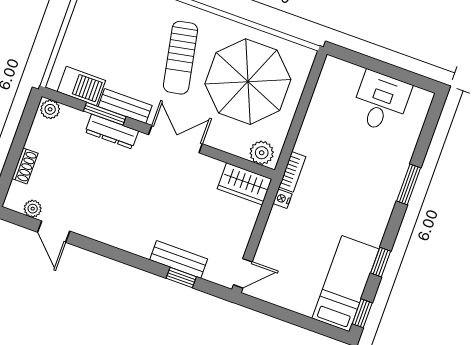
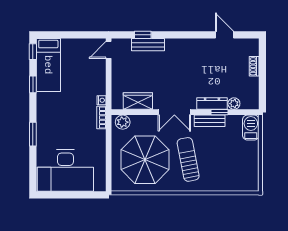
barbecue: (81, 86) -> (251, 128), moved, turned 90
desk: (381, 102) -> (65, 171), width x1.87, depth x1.30
plant: (50, 109) -> (234, 104), moved
window: (105, 114) -> (220, 112), width x0.67
wardrobe: (245, 184) -> (138, 101), moved
plant: (33, 209) -> (241, 44), removed

